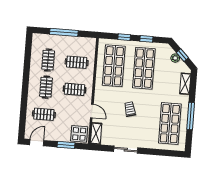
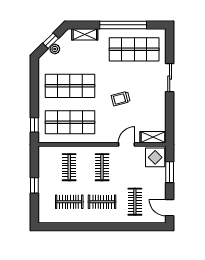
window: (64, 32) -> (34, 185), width x0.46
window: (124, 37) -> (34, 125), moved
window: (146, 39) -> (34, 85), removed
window: (191, 116) -> (123, 25), width x1.46
sliding door: (126, 150) -> (170, 78), moved

